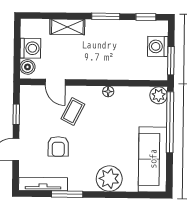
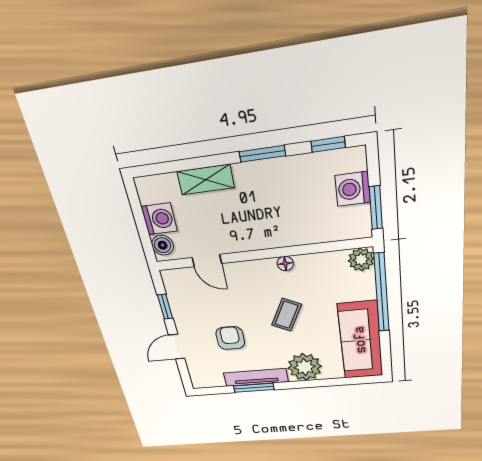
coffee table: (73, 111) -> (286, 315), moved
armchair: (58, 146) -> (230, 338), turned 180
tv unit: (43, 184) -> (256, 377), moved

